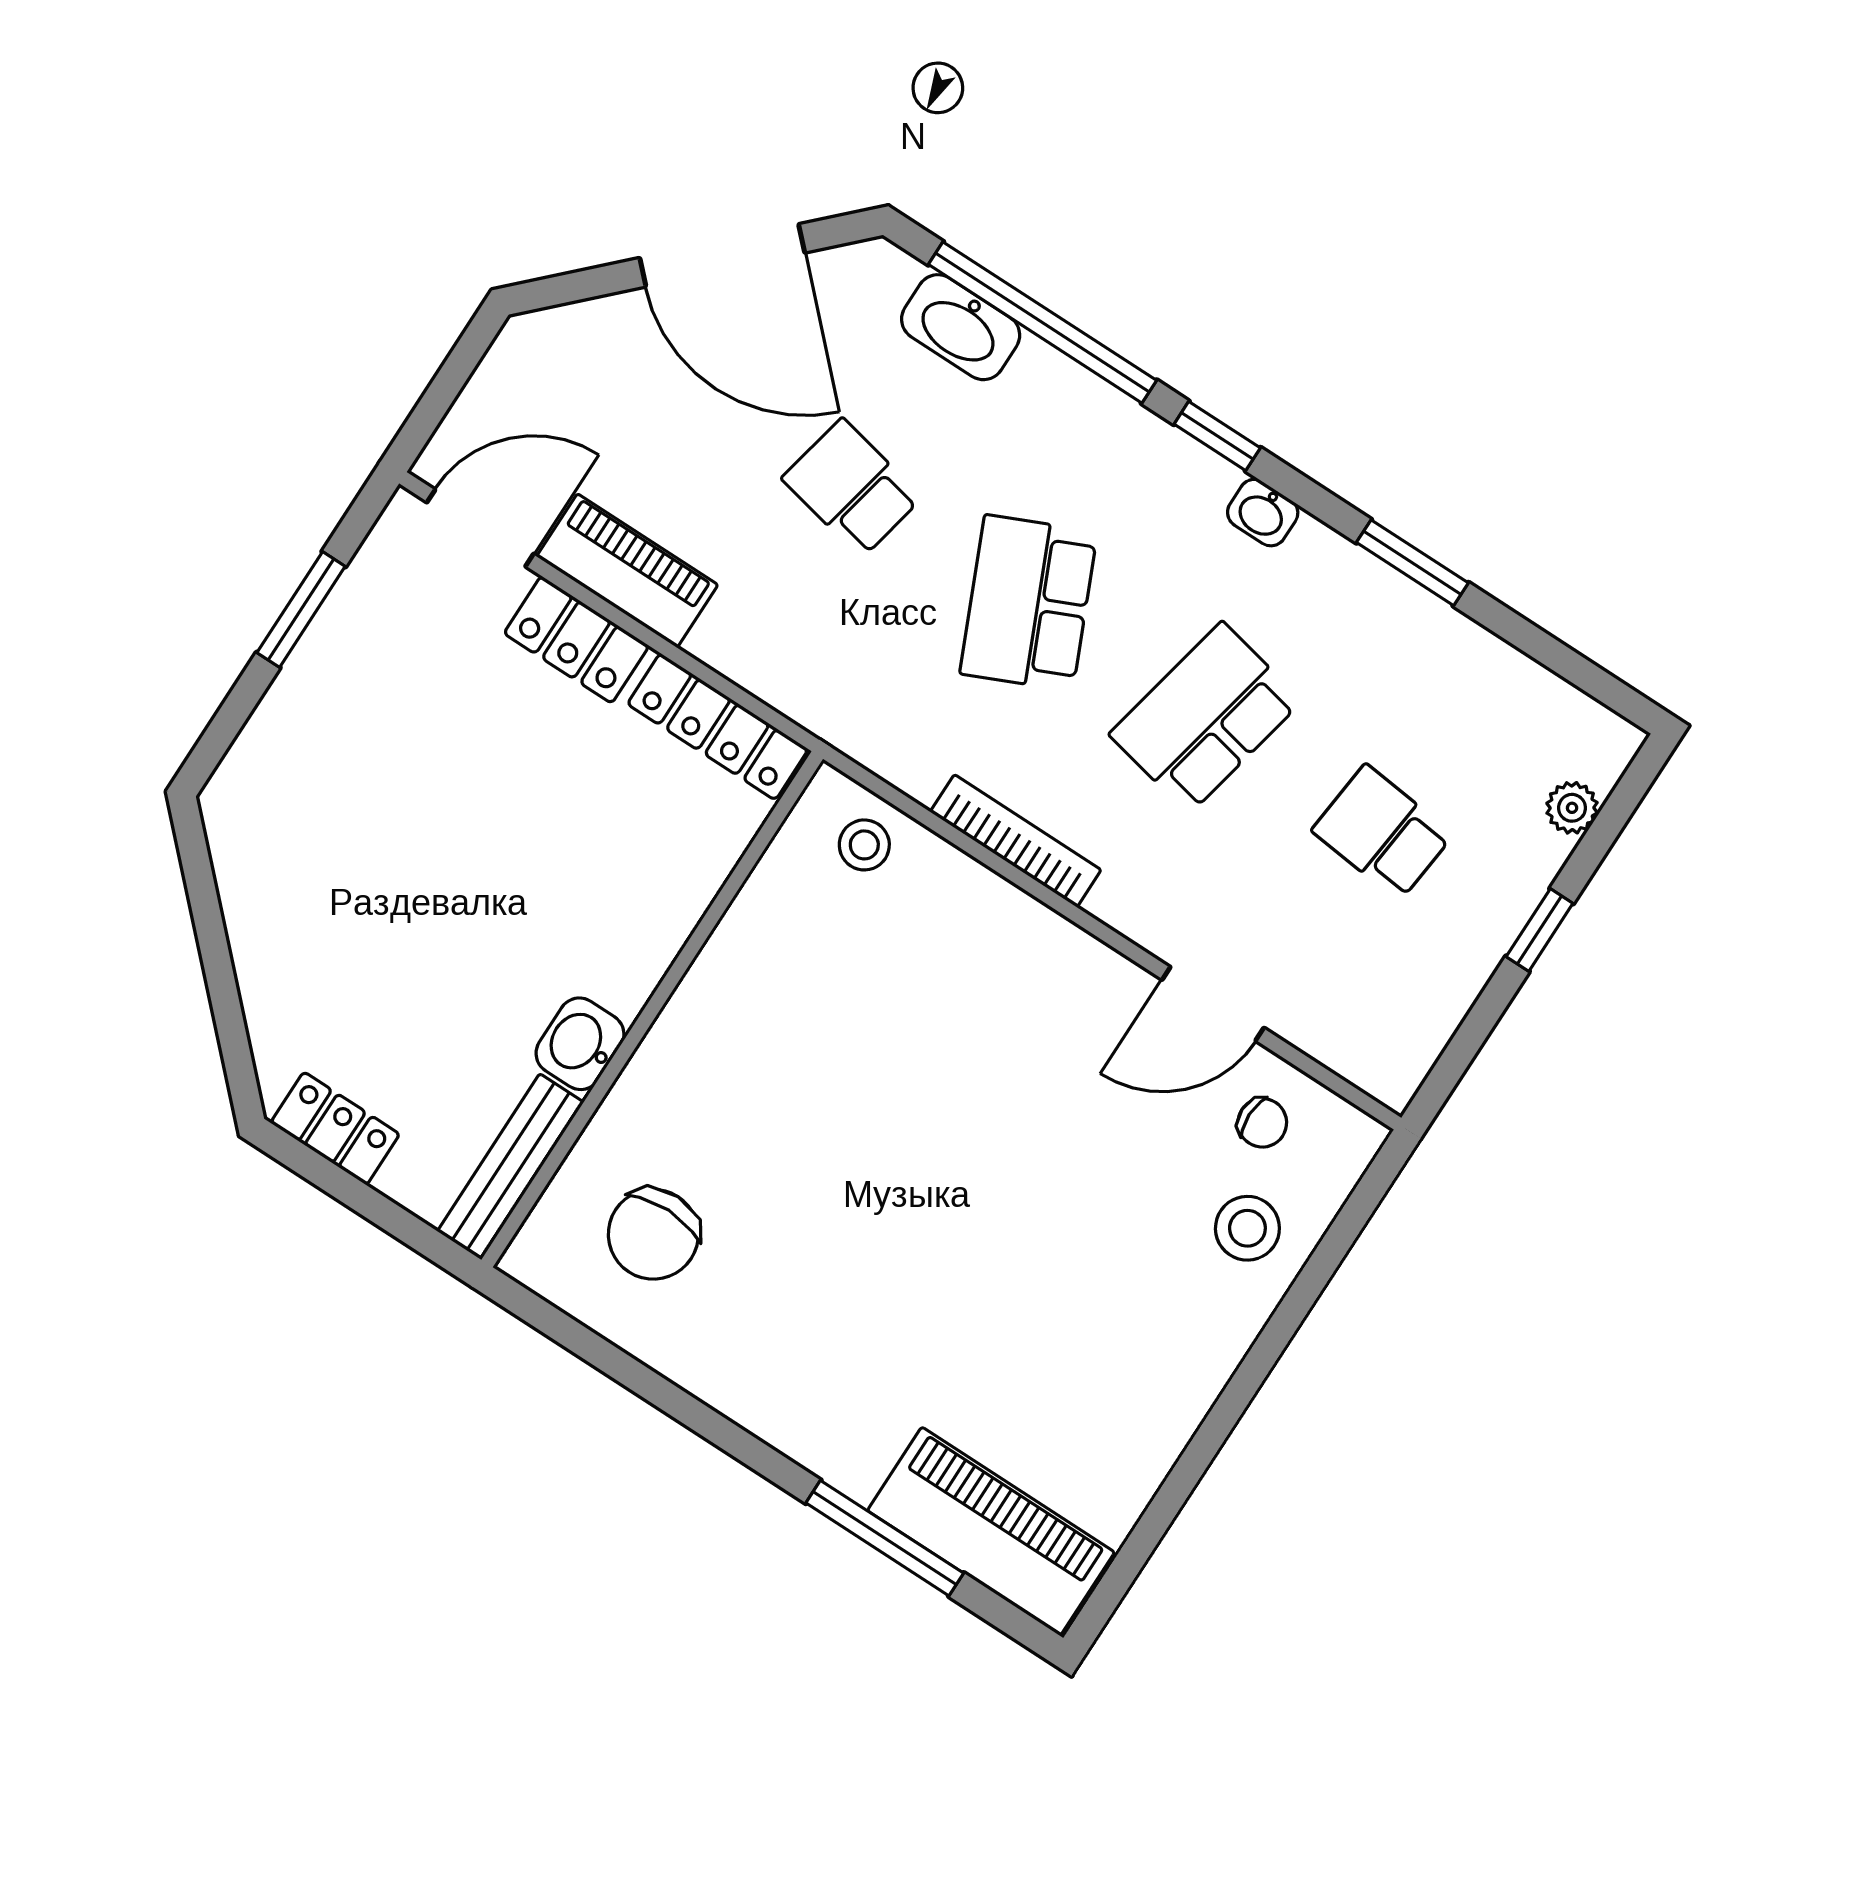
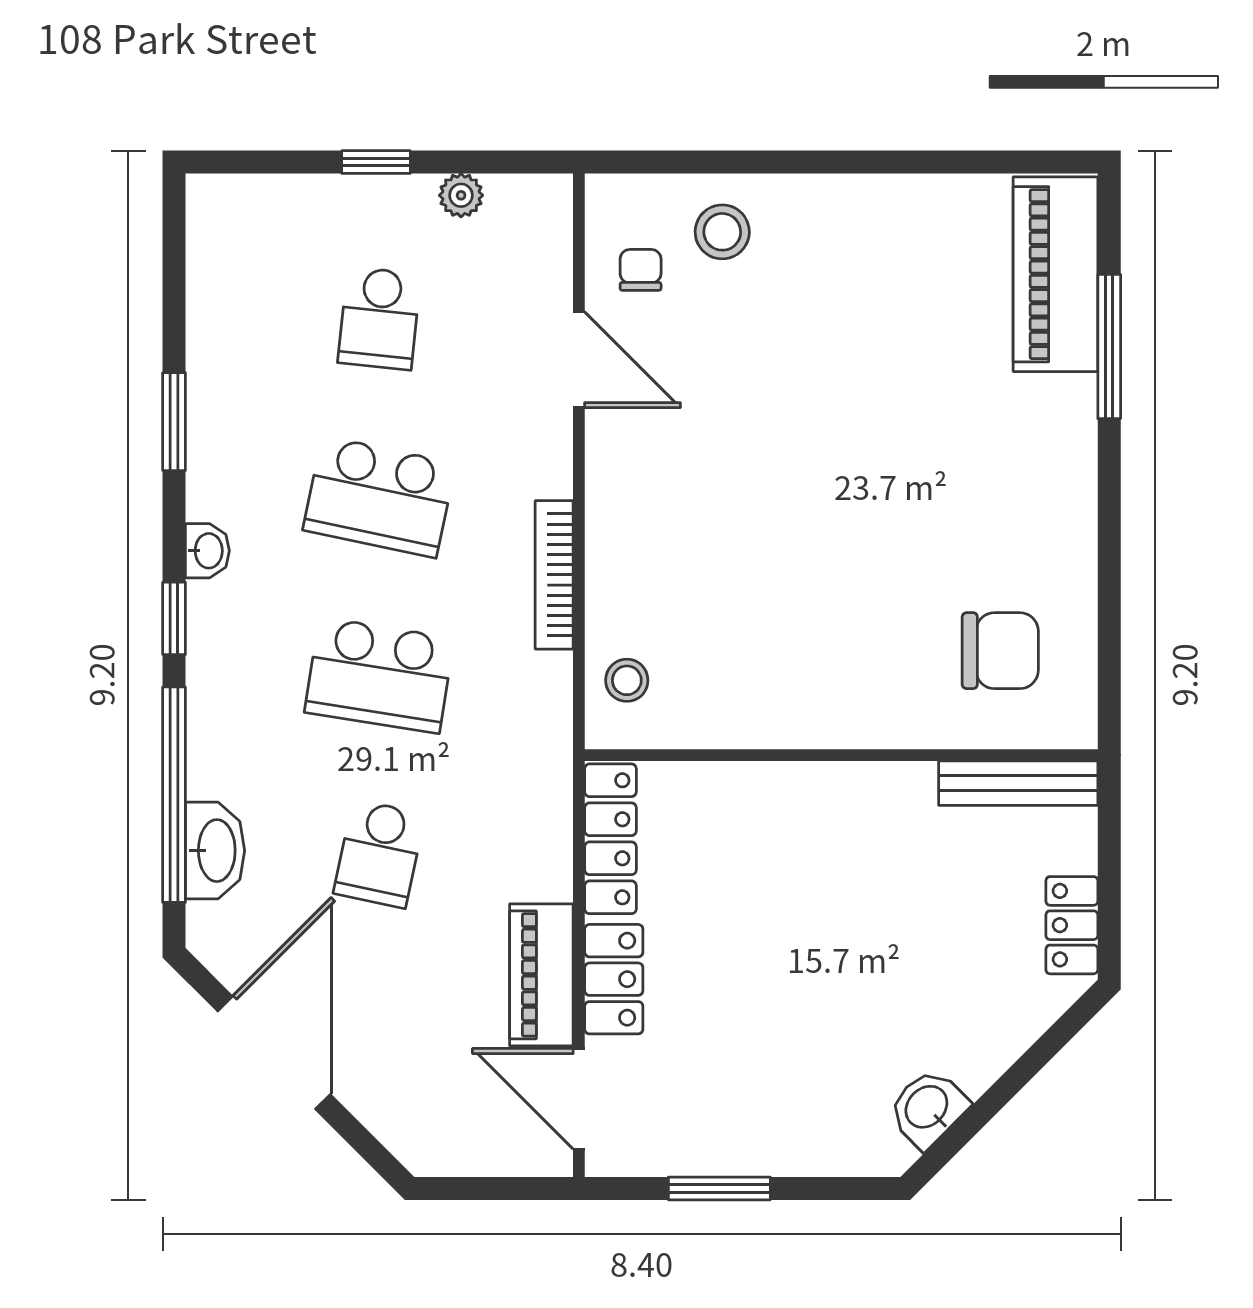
school desk: (1029, 603) -> (379, 675), turned 33
plant: (1572, 808) -> (461, 195), moved
washbasin: (580, 1044) -> (928, 1108), moved, turned 135

